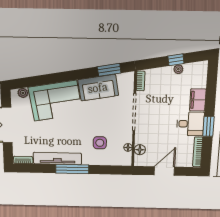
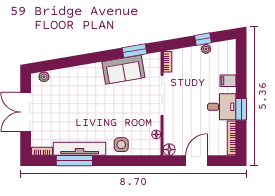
filing cabinet: (198, 100) -> (228, 81), width x0.50
corner sofa: (55, 101) -> (78, 84), removed
side table: (100, 143) -> (121, 145), moved
floor lamp: (140, 150) -> (169, 150), moved
window: (72, 169) -> (74, 161), moved

